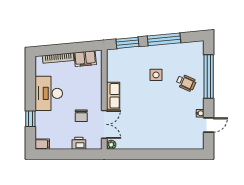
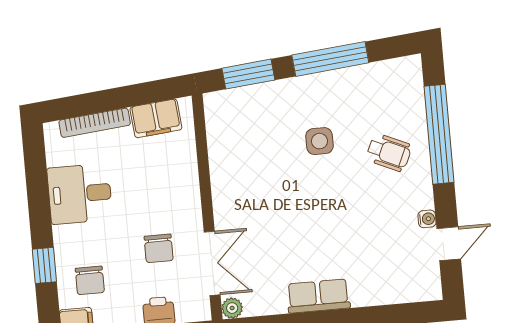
desk: (49, 93) -> (80, 194), width x0.73
row of seats: (113, 96) -> (318, 296), moved, turned -90
chair: (50, 127) -> (90, 280), added

